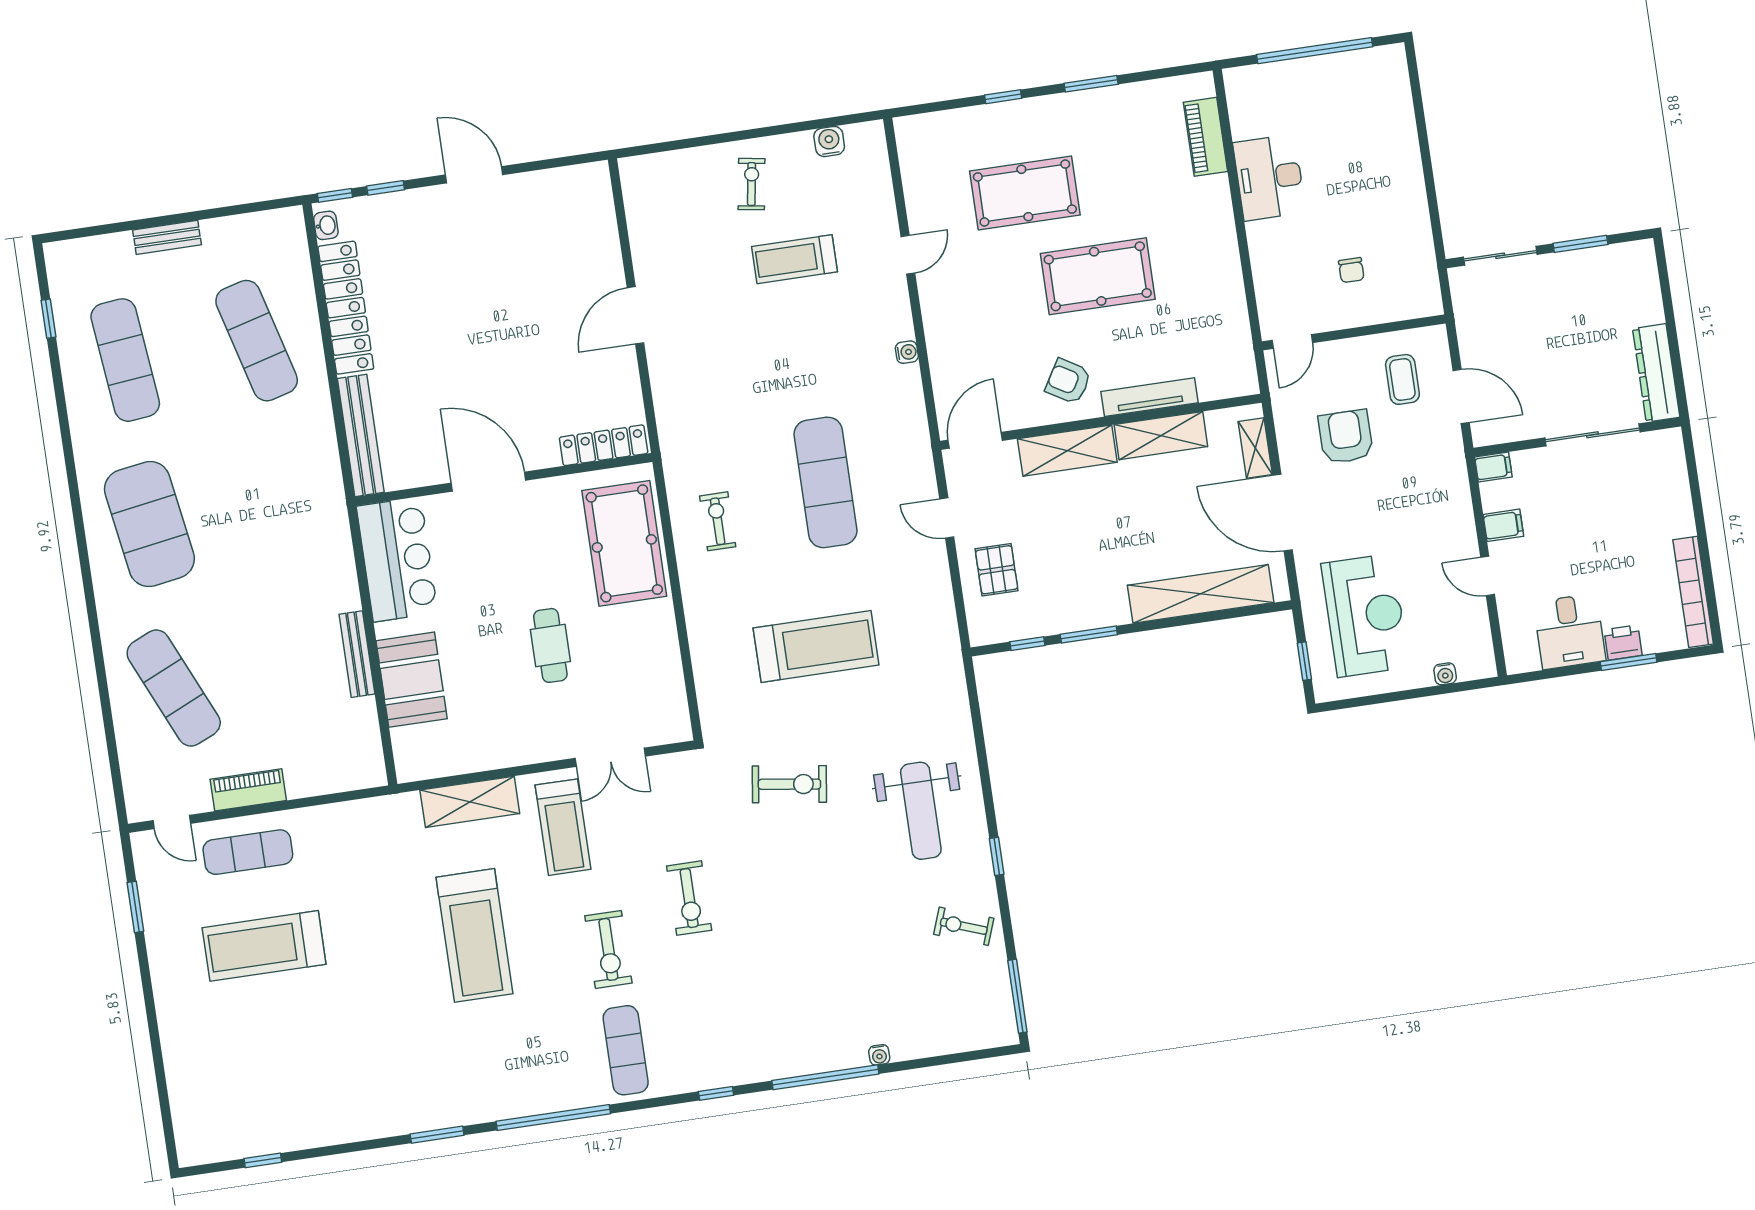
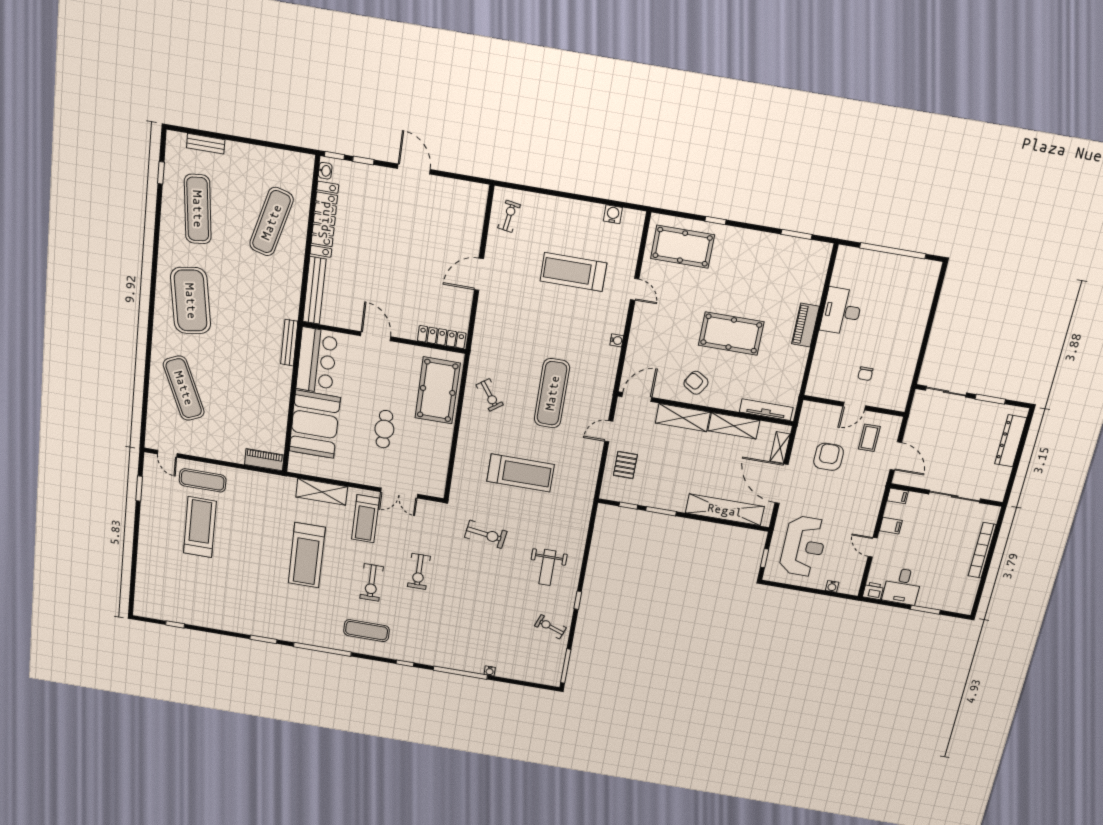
window: (1091, 84) -> (796, 234), moved
piano: (1205, 137) -> (805, 325), moved
exercise bike: (752, 184) -> (509, 216), moved
pool table: (1025, 193) -> (683, 247), moved
bench: (167, 237) -> (206, 144), moved
door: (908, 255) -> (635, 289), hinge flipped
treadmill: (794, 259) -> (573, 272), width x1.37, depth x1.38
exercise mat: (257, 341) -> (271, 222), turned 30
door: (1292, 341) -> (854, 406), moved
dresser: (1656, 373) -> (1011, 441), moved
tv unit: (1149, 397) -> (766, 410), moved
door: (489, 482) -> (376, 336), width x0.73
door: (947, 518) -> (609, 431), hinge flipped
exercise bike: (718, 521) -> (490, 395), turned 144
bookcase: (1693, 592) -> (982, 550), moved
printer: (1623, 643) -> (873, 591), moved
bench: (357, 654) -> (289, 343), moved
booth: (412, 680) -> (315, 424), width x1.36, depth x1.42
piano: (248, 790) -> (264, 460), moved
weight bench: (921, 811) -> (547, 567), width x0.73, depth x0.75
treadmill: (264, 946) -> (200, 527), turned 90
exercise mat: (626, 1050) -> (367, 631), turned 90

